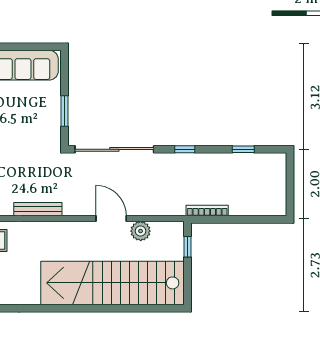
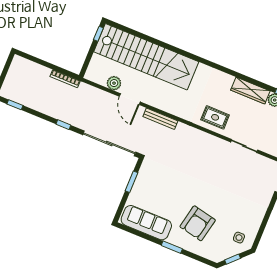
window: (243, 149) -> (15, 105), moved
bench: (38, 209) -> (160, 119), moved
window: (187, 247) -> (98, 34), moved

